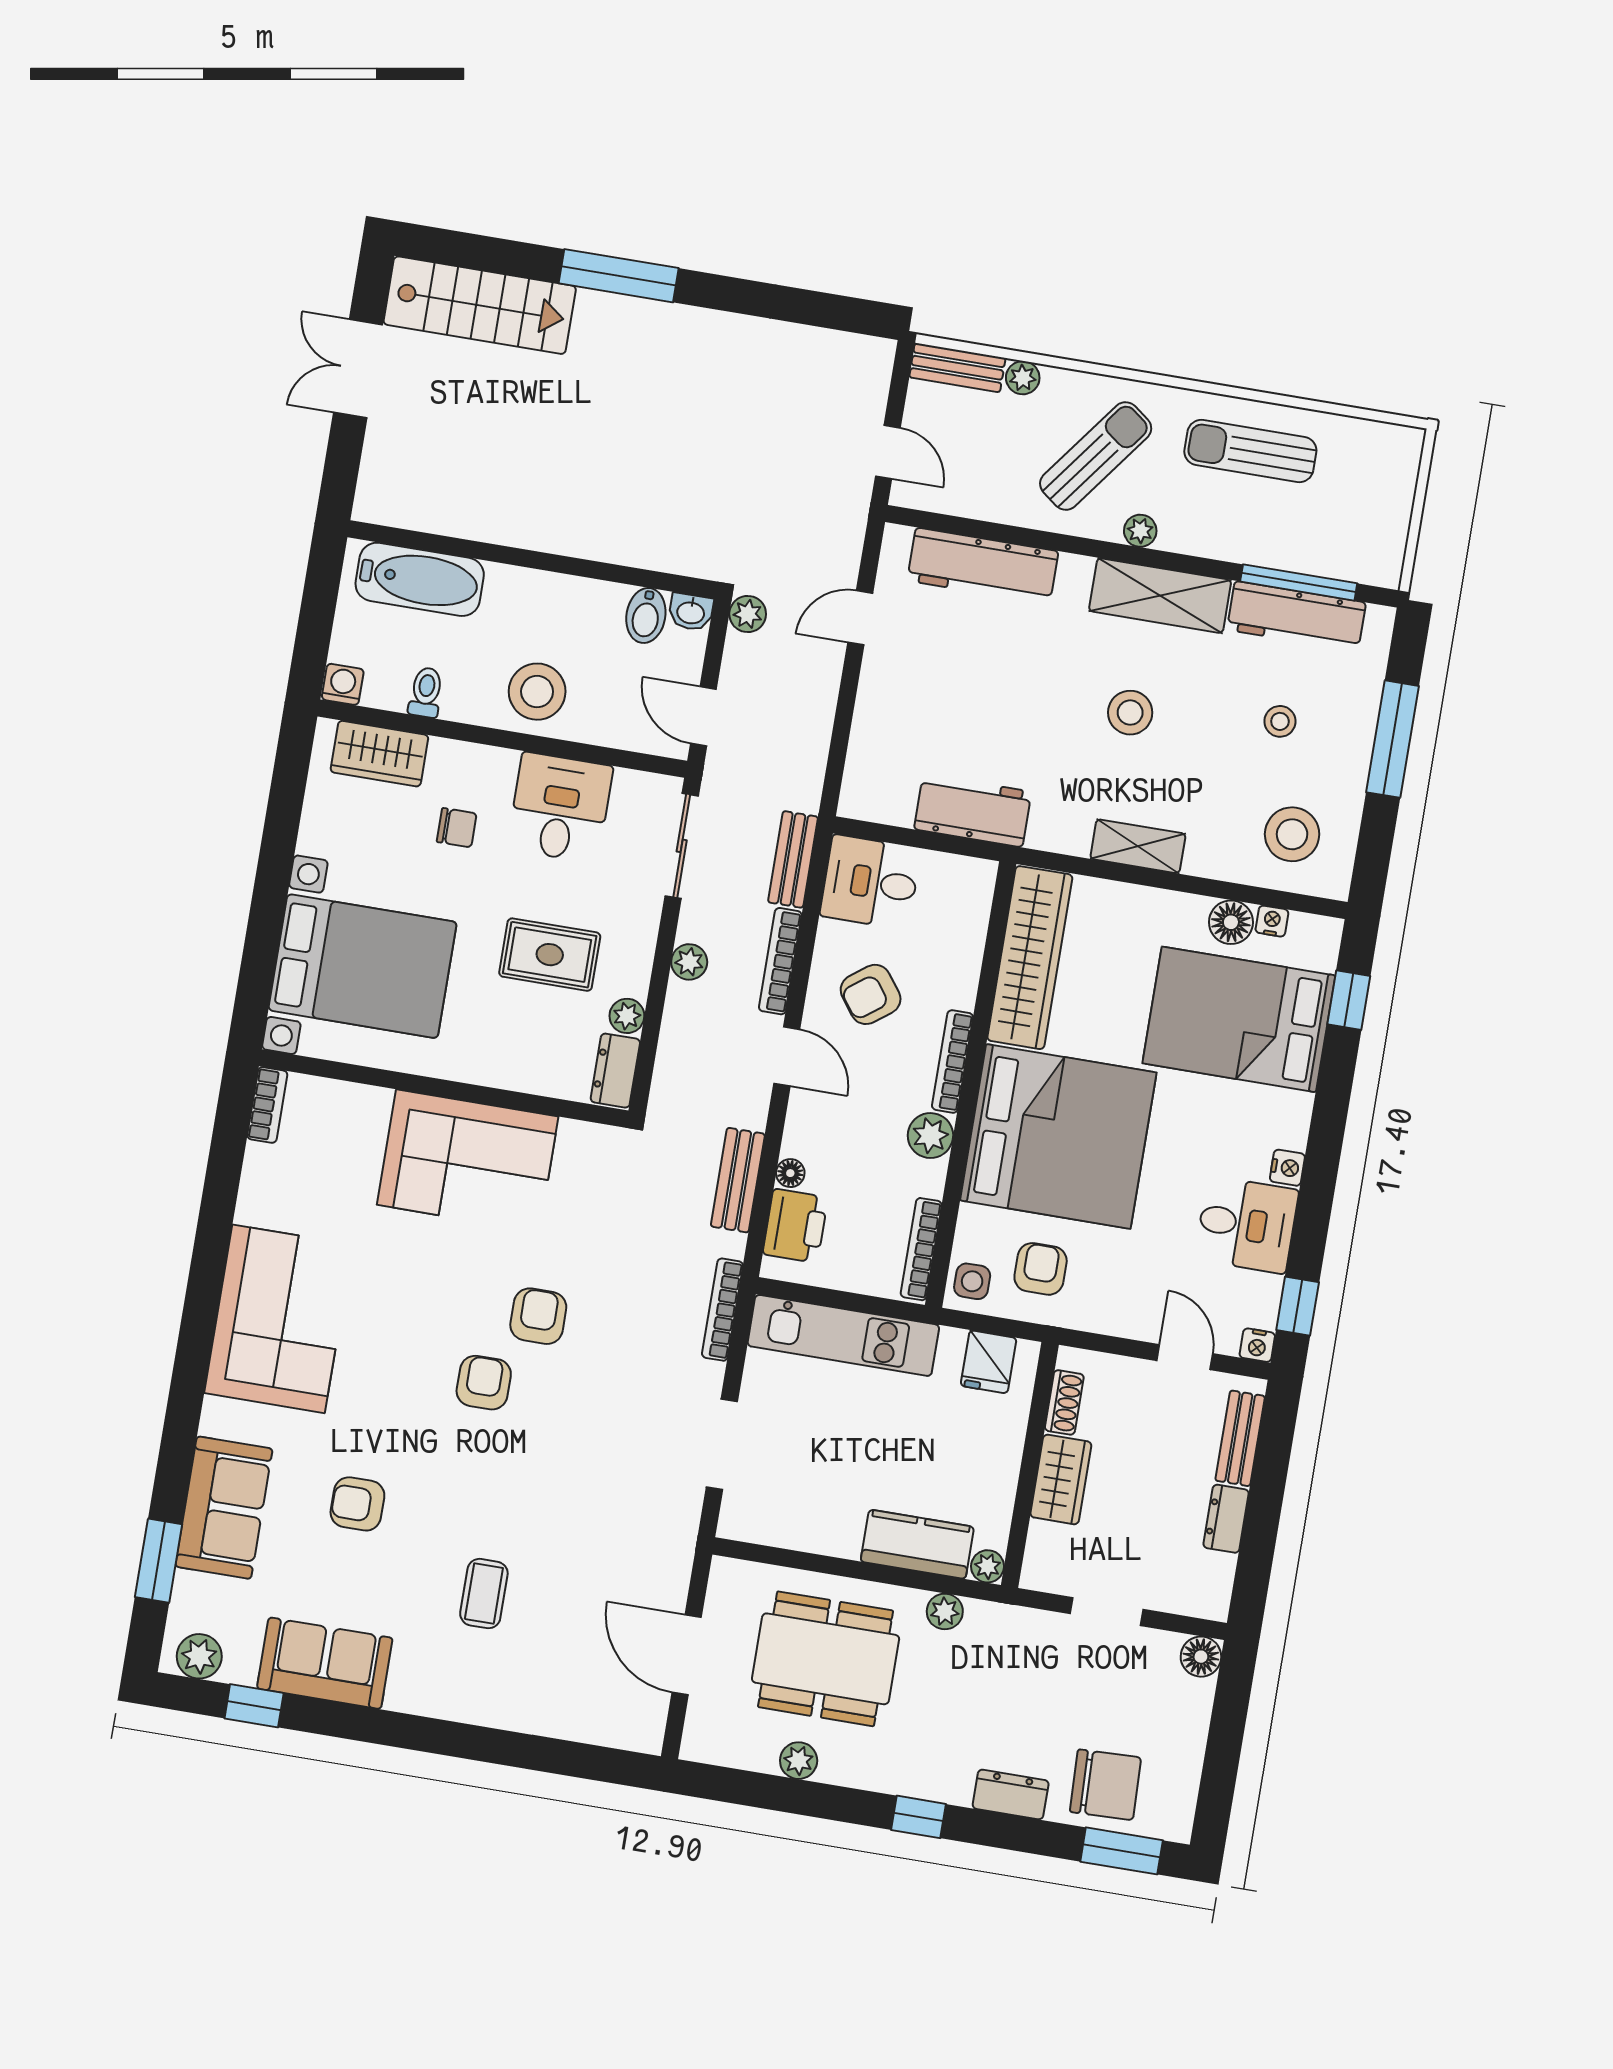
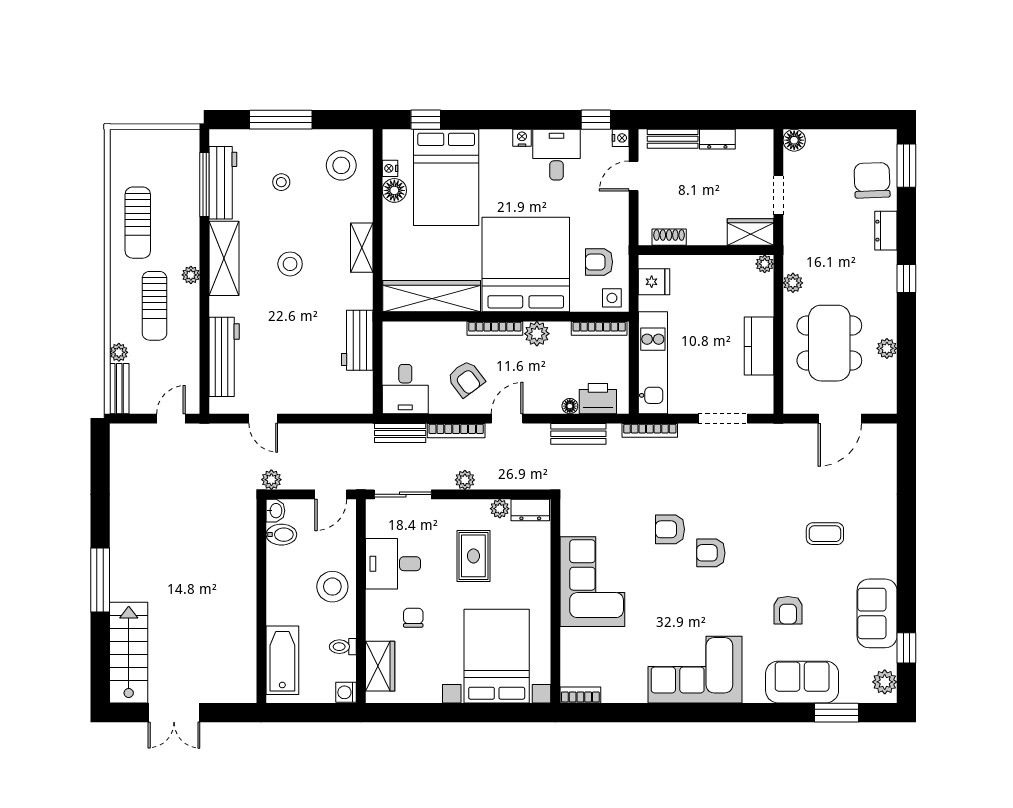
sun lounger: (1096, 456) -> (154, 306), turned -127
wardrobe: (1061, 1479) -> (751, 232), moved
kitchen counter: (917, 1544) -> (759, 346), moved

